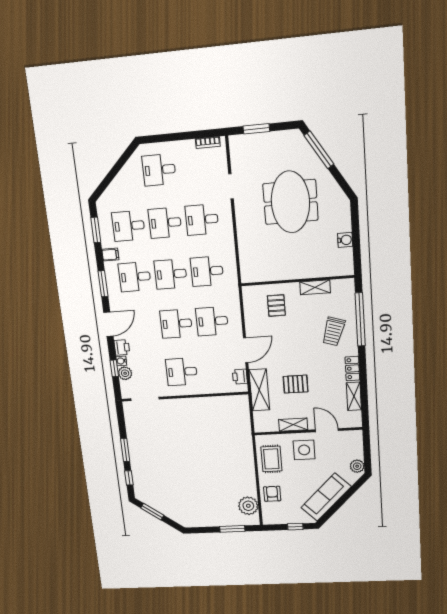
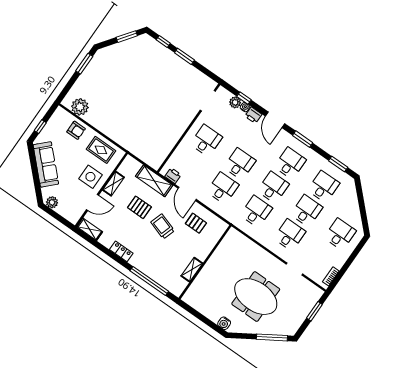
water cooler: (345, 240) -> (224, 323), moved
filing cabinet: (110, 255) -> (316, 160), removed
pallet: (276, 306) -> (196, 223), moved
trolley: (334, 331) -> (163, 226), moved
pallet: (296, 384) -> (139, 207), turned 90
shelving: (354, 396) -> (90, 229), moved
window: (232, 529) -> (84, 64), moved

